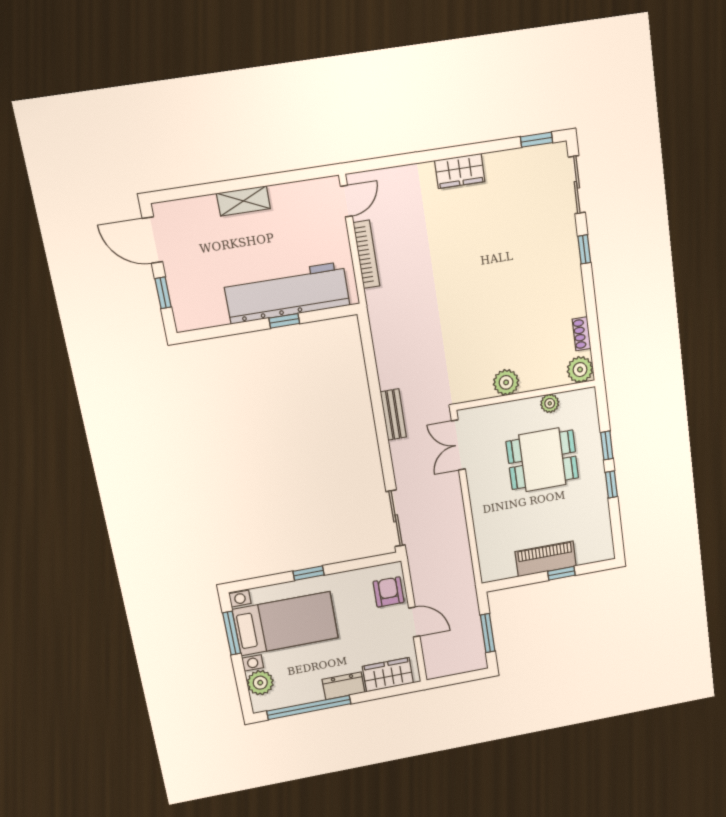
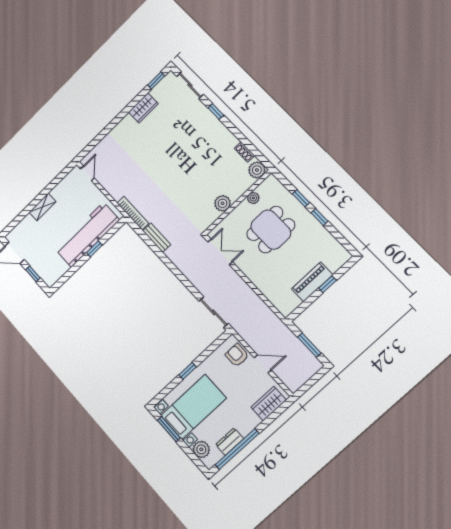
wardrobe: (460, 171) -> (143, 108), moved
bookcase: (366, 254) -> (133, 213), moved
bench: (393, 415) -> (157, 238), moved
double door: (458, 445) -> (220, 252), swing flipped
dresser: (343, 686) -> (230, 442), moved

